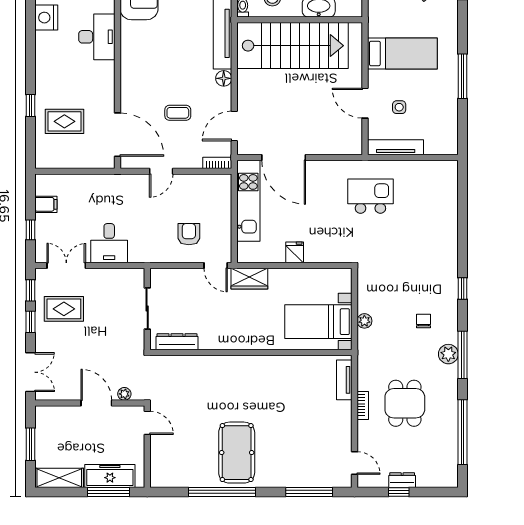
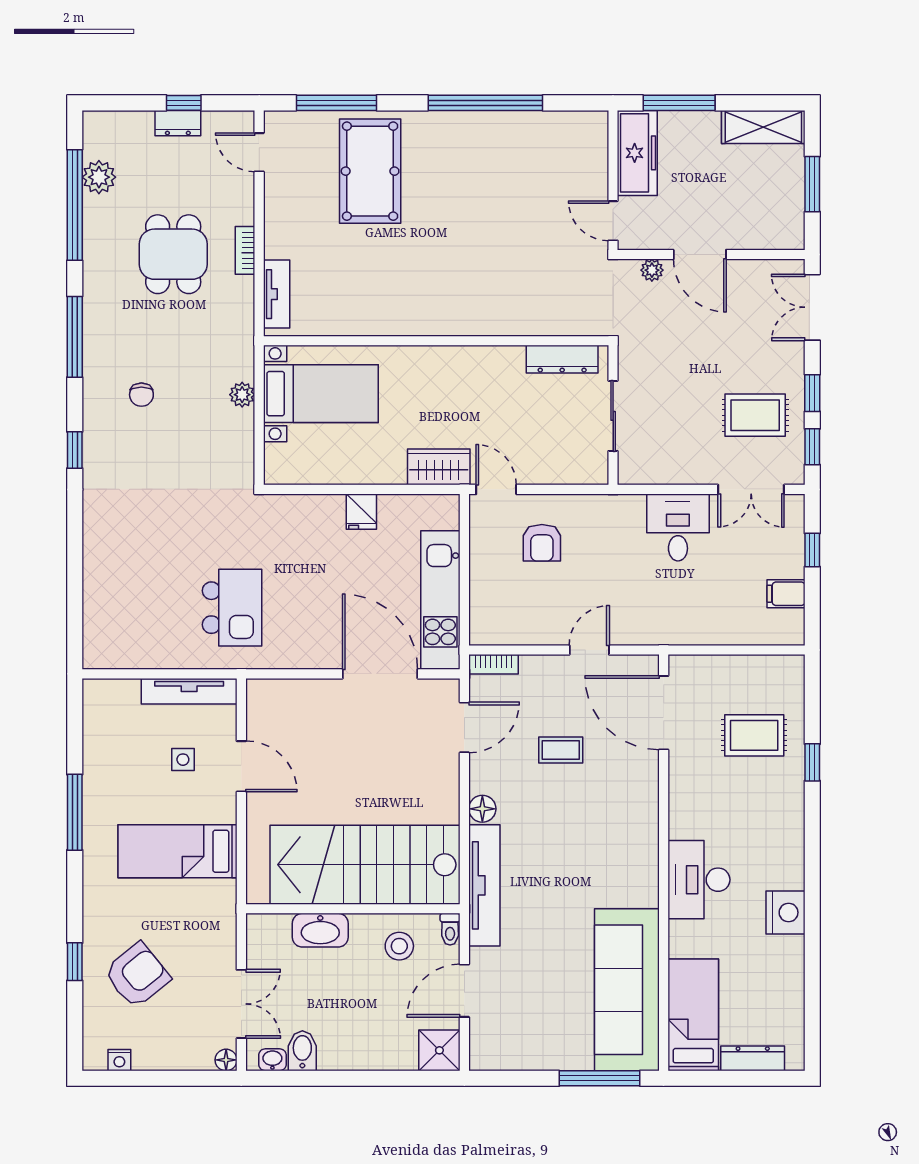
kitchen island: (370, 196) -> (232, 608), turned -90
plant: (448, 354) -> (99, 177), moved
pool table: (237, 453) -> (370, 171), moved
freezer: (110, 476) -> (637, 153), moved, turned -90

